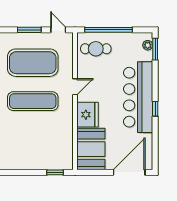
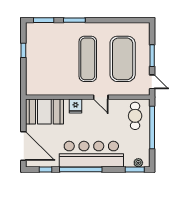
door: (58, 30) -> (152, 82), hinge flipped
window: (155, 109) -> (81, 169), width x3.17
fridge: (88, 115) -> (76, 106), width x0.53, depth x0.75
window: (155, 148) -> (45, 169), added
window: (55, 172) -> (23, 50), moved

